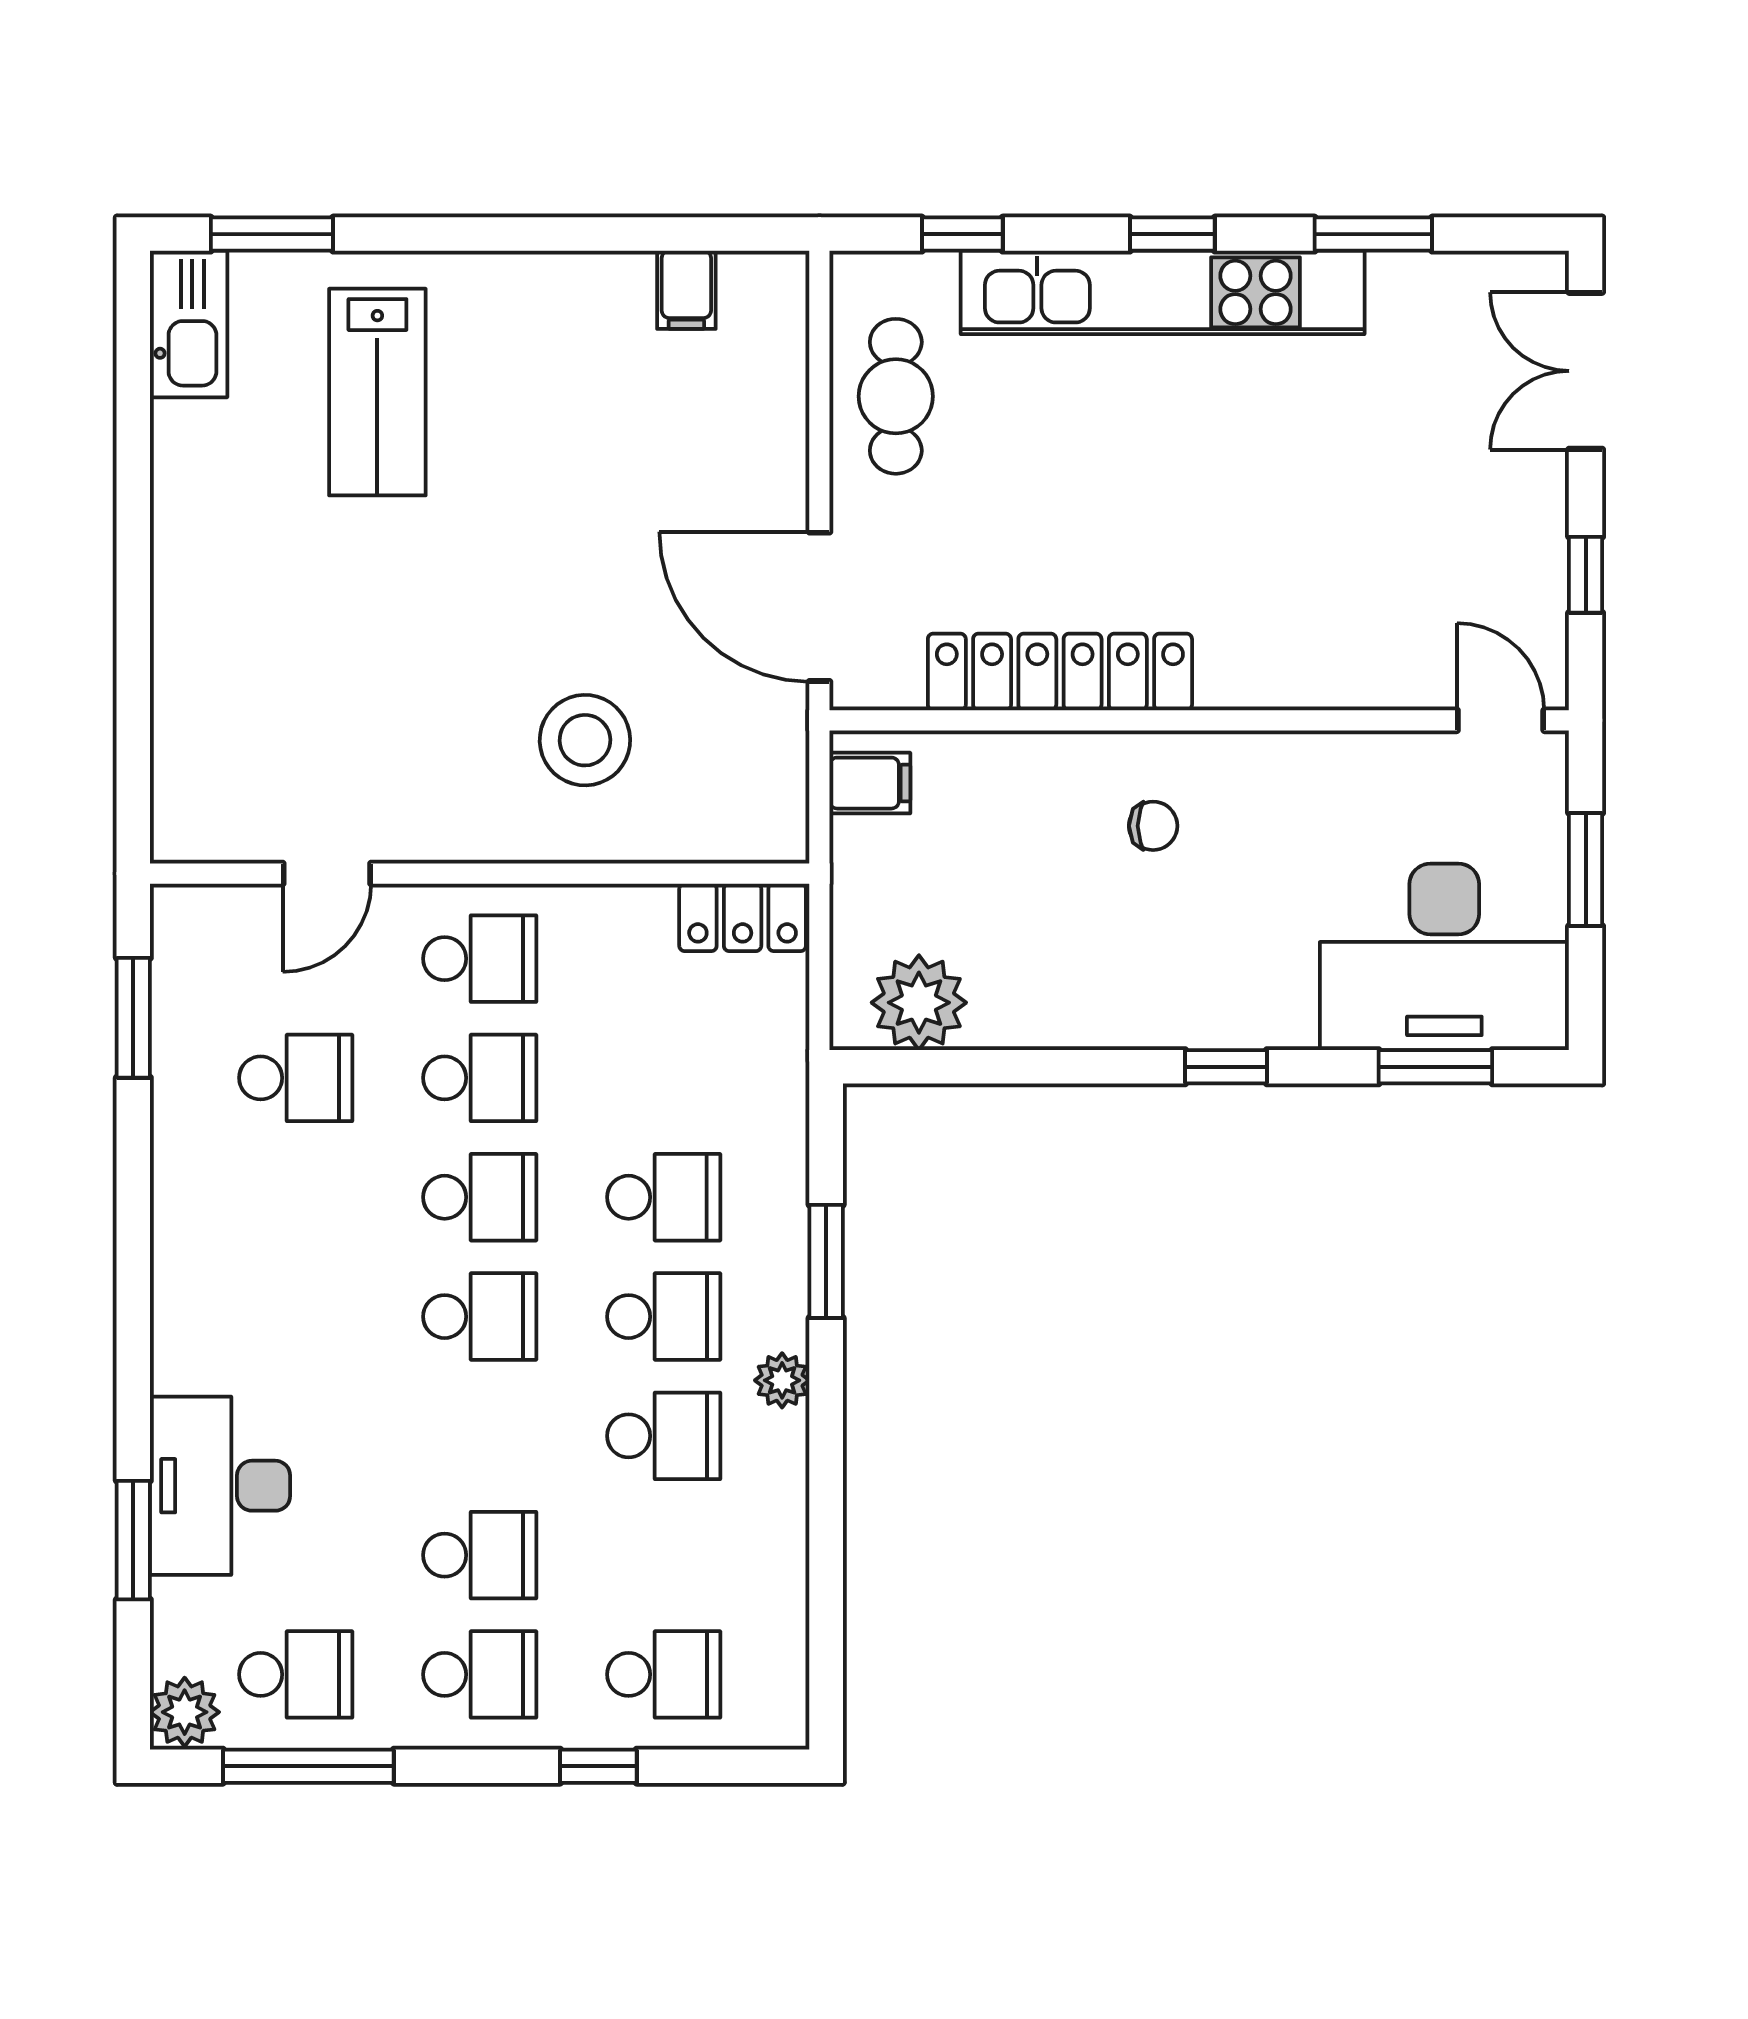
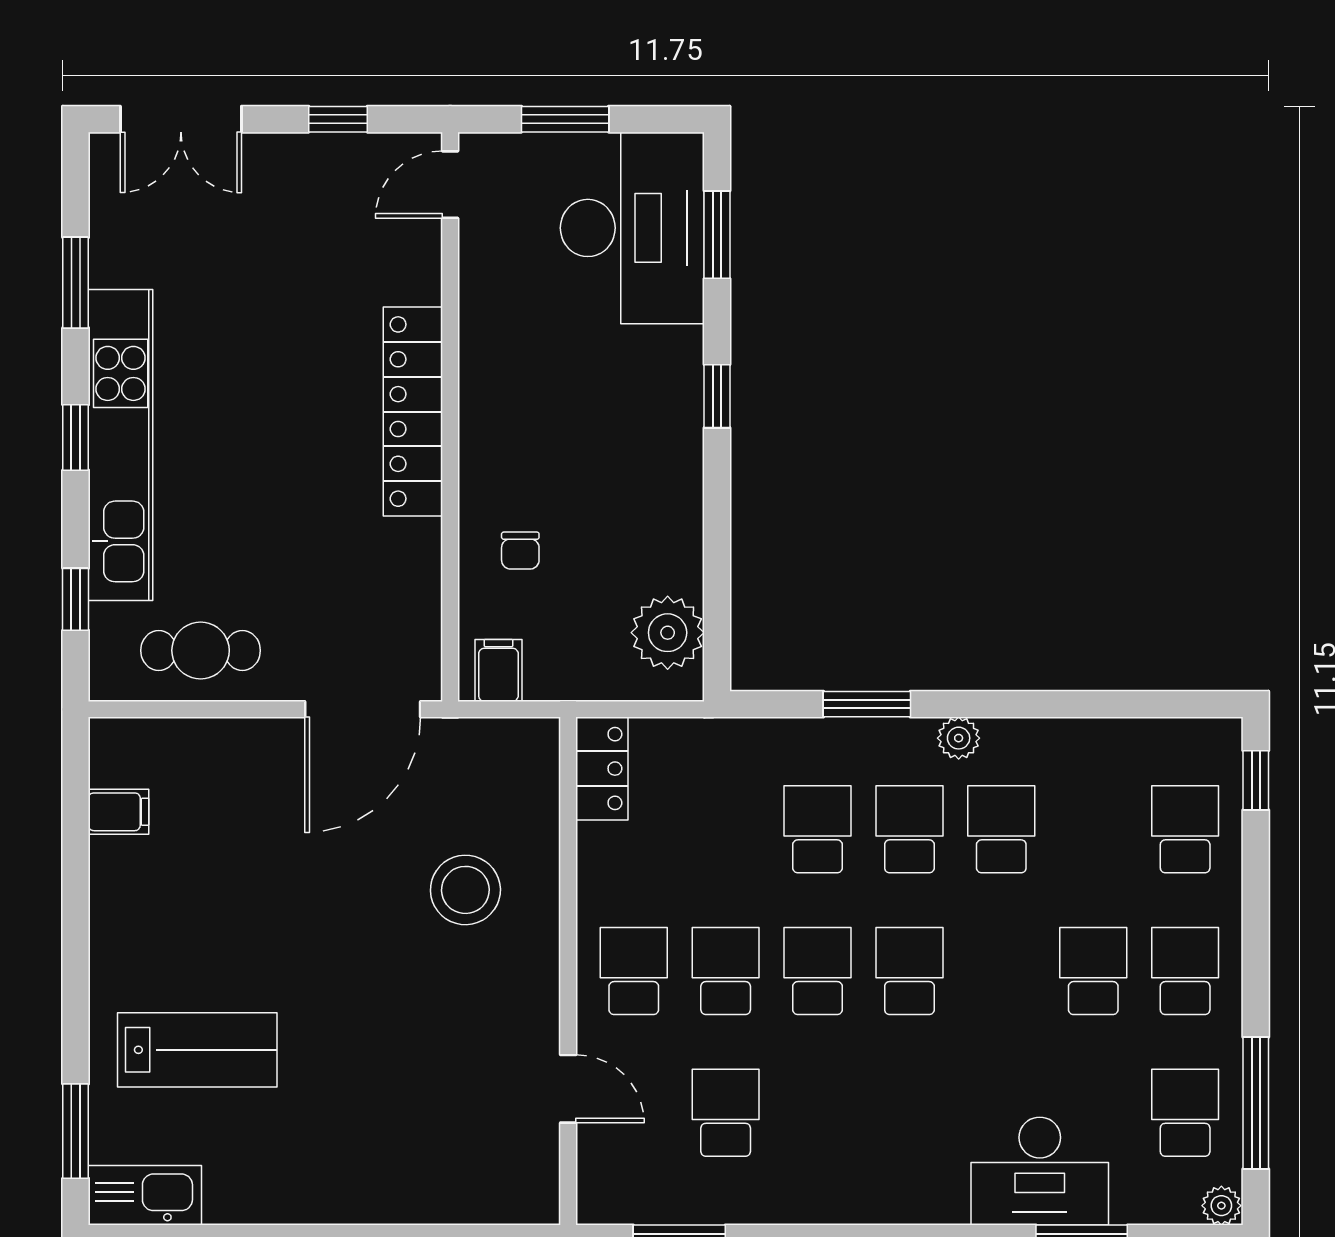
locker: (1060, 672) -> (413, 412), moved
chair: (1153, 826) -> (520, 551), moved, turned 180
plant: (185, 1712) -> (1221, 1206), width x0.73, depth x0.73
window: (598, 1766) -> (1256, 780), moved

